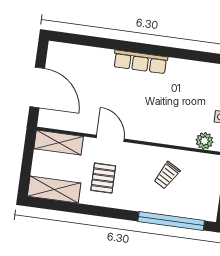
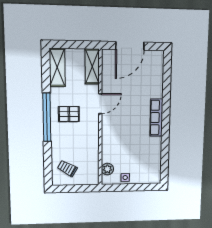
trolley: (167, 175) -> (67, 168), moved
pallet: (103, 178) -> (69, 114), moved
window: (171, 221) -> (47, 117), moved

